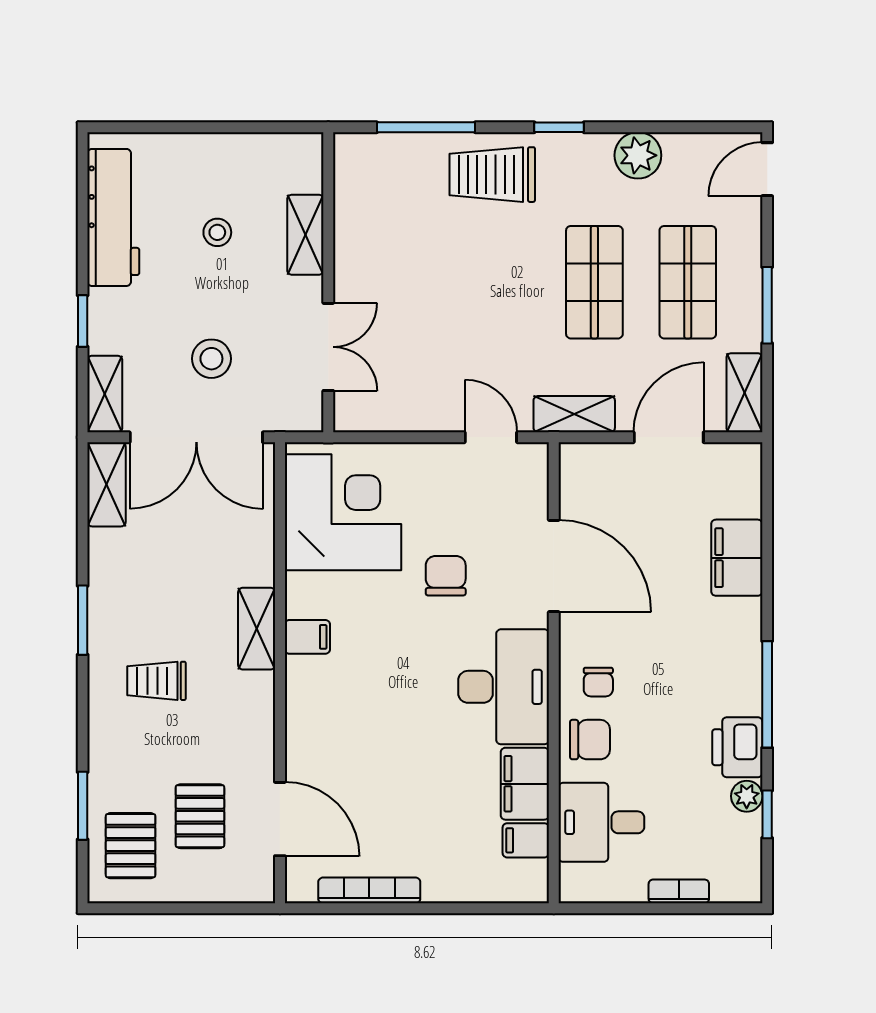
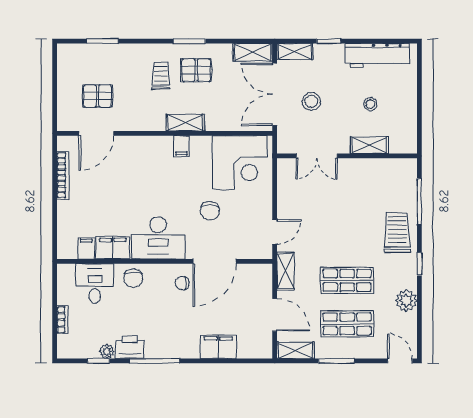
chair: (446, 576) -> (210, 211), turned 90
chair: (598, 682) -> (182, 283), moved
pallet: (131, 846) -> (196, 70), moved

